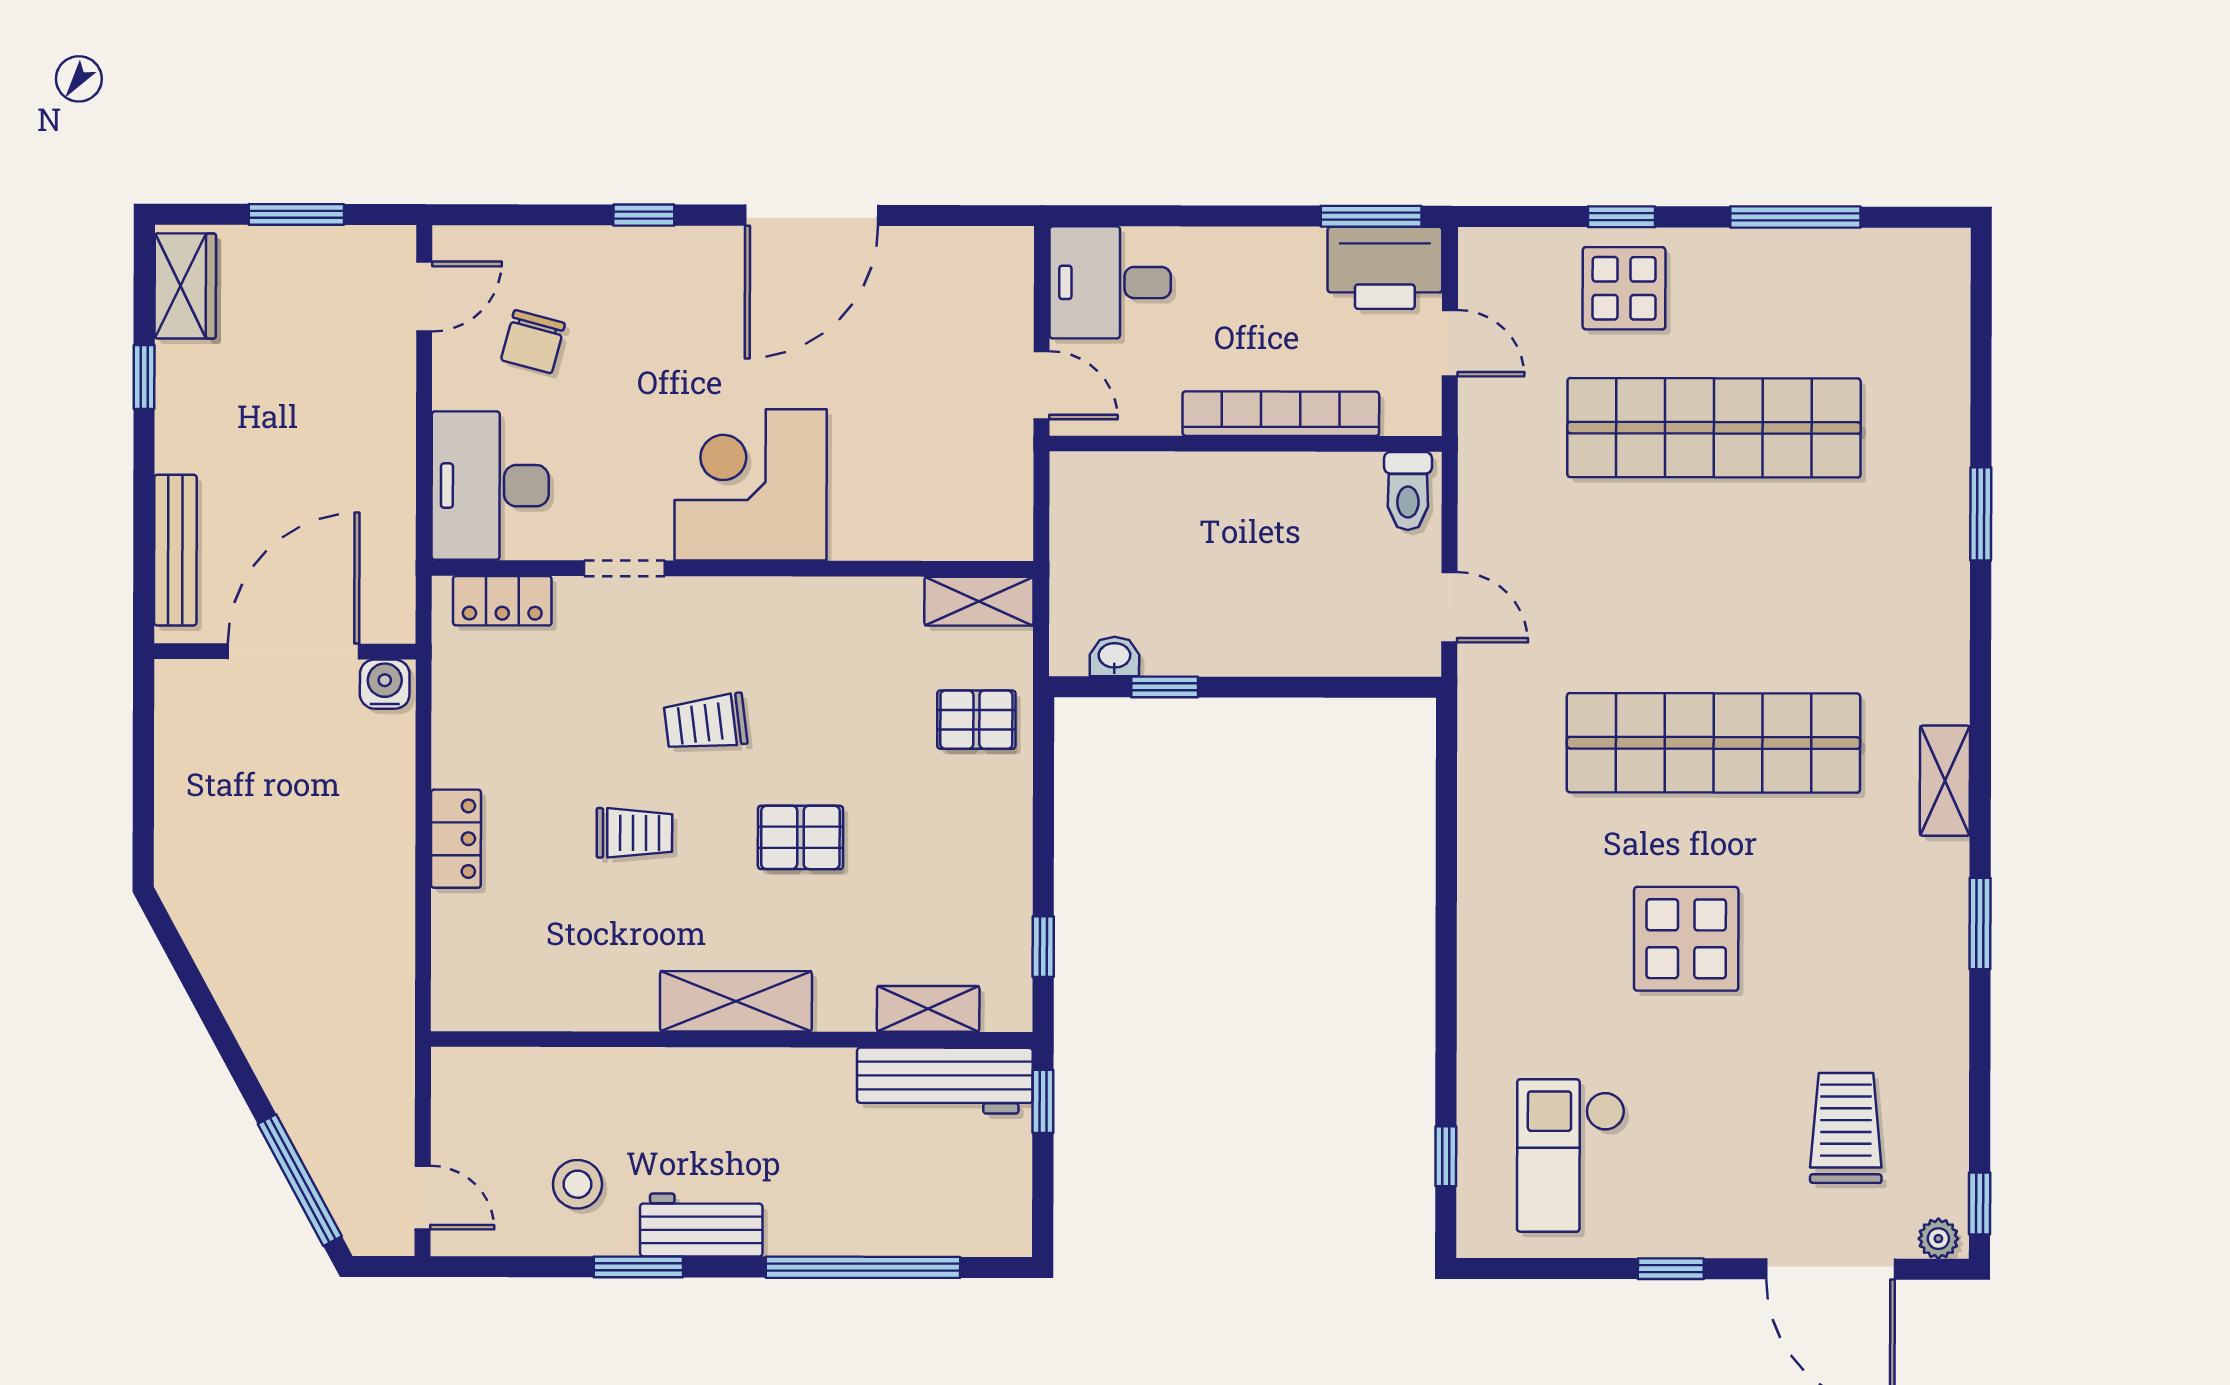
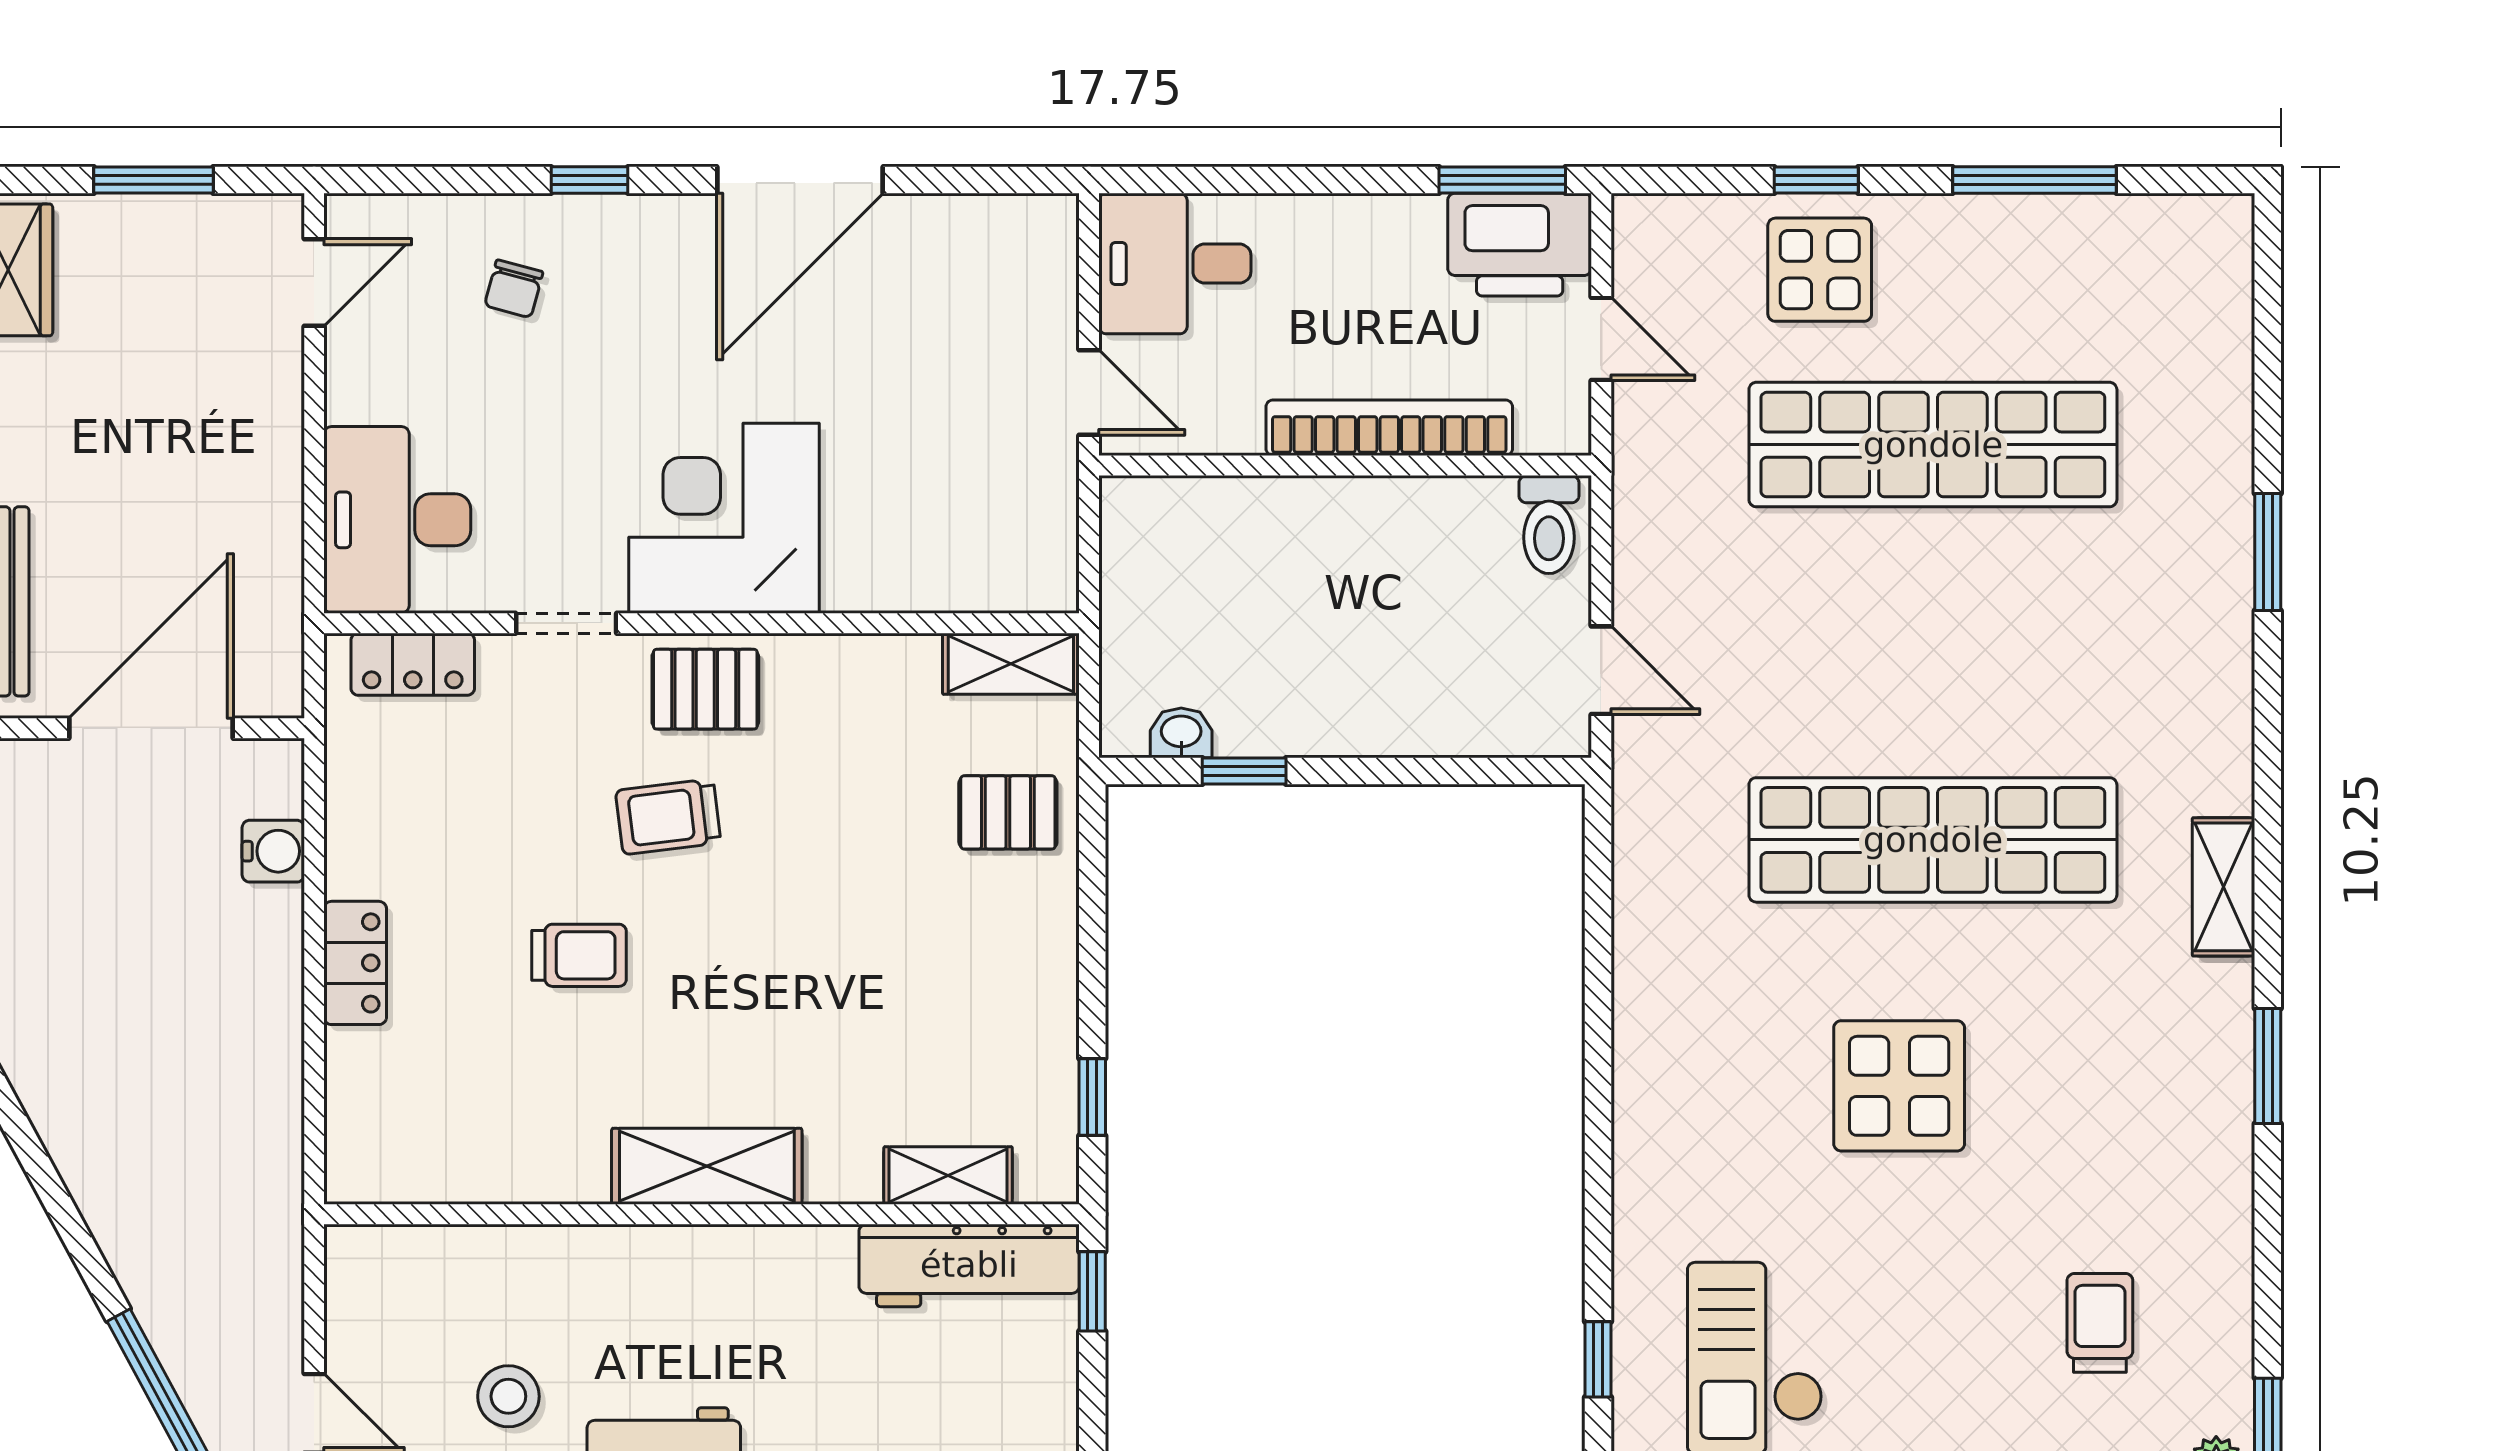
chair: (533, 342) -> (514, 289), moved, width x0.73, depth x0.73
water cooler: (385, 684) -> (273, 851), moved, turned 90
pallet: (800, 837) -> (705, 689), moved
trolley: (1846, 1128) -> (2100, 1323), width x0.73, depth x0.72

